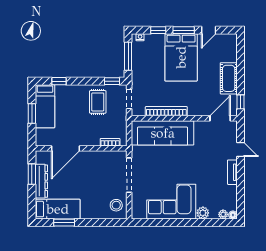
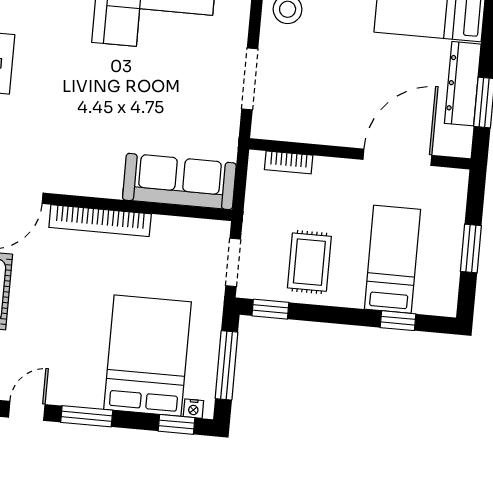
window: (158, 30) -> (177, 424), moved
bed: (181, 57) -> (148, 356), moved
bed: (45, 106) -> (392, 259), moved
bookcase: (166, 111) -> (100, 221), moved
sofa: (163, 133) -> (179, 181), width x0.74, depth x0.79
doorway: (129, 175) -> (250, 79), width x0.73

